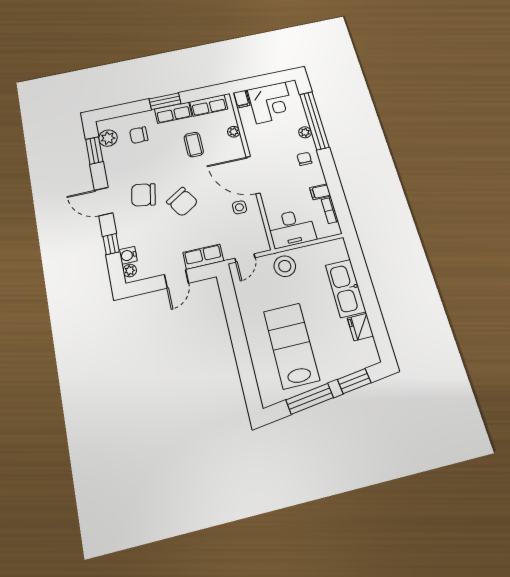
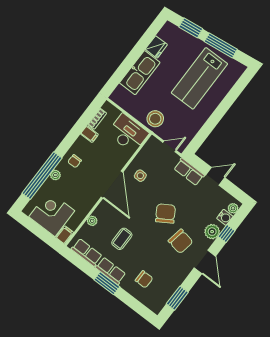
plant: (108, 138) -> (212, 232), moved

